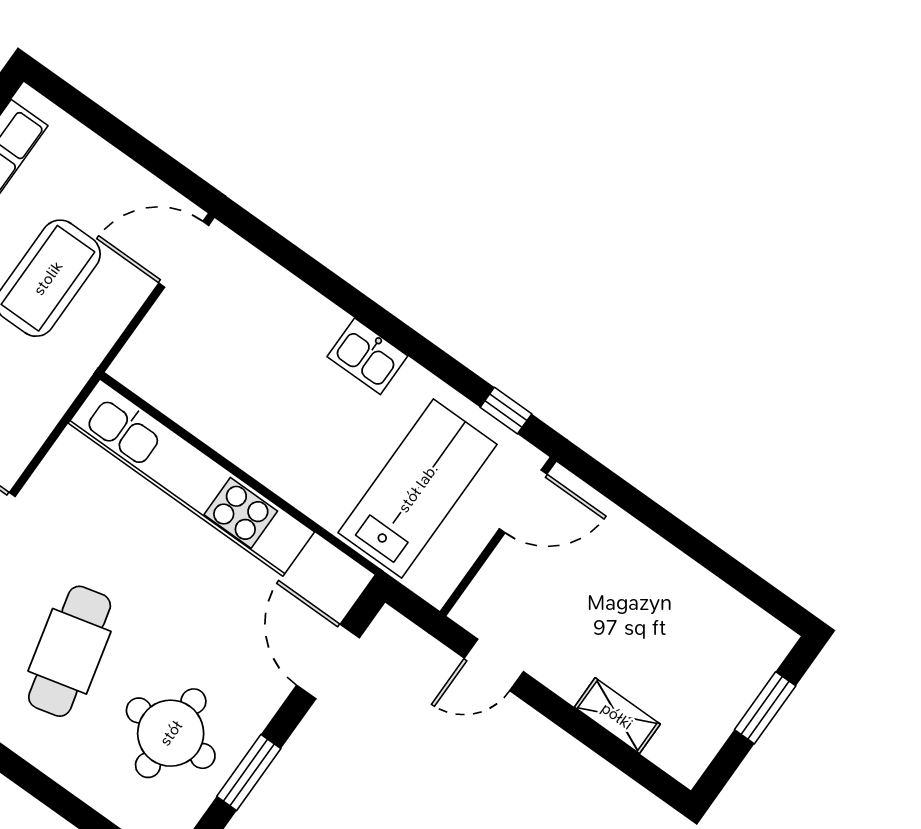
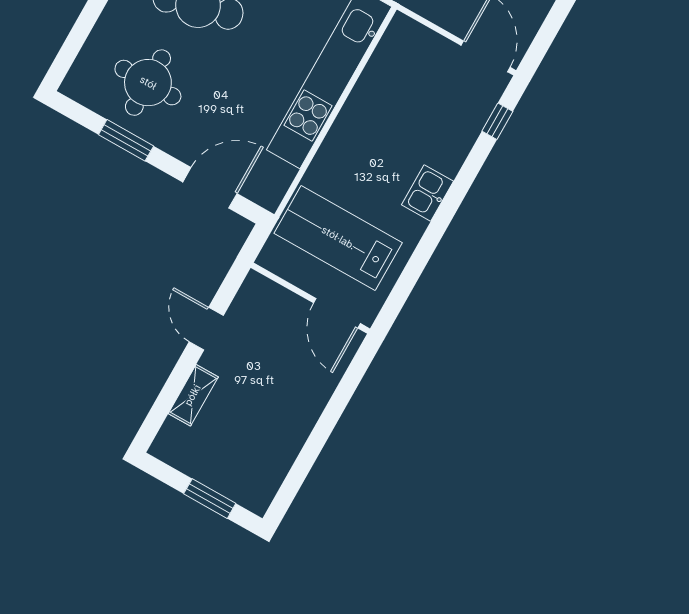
window: (506, 411) -> (497, 121), moved
lab bench: (418, 488) -> (338, 238), turned 180
door: (494, 665) -> (206, 329), moved

